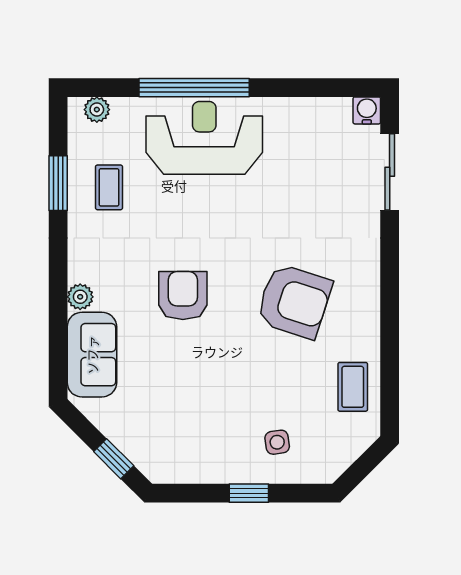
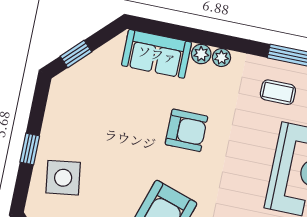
plant: (79, 270) -> (222, 58), added
side table: (277, 442) -> (63, 178), width x1.87, depth x1.87

